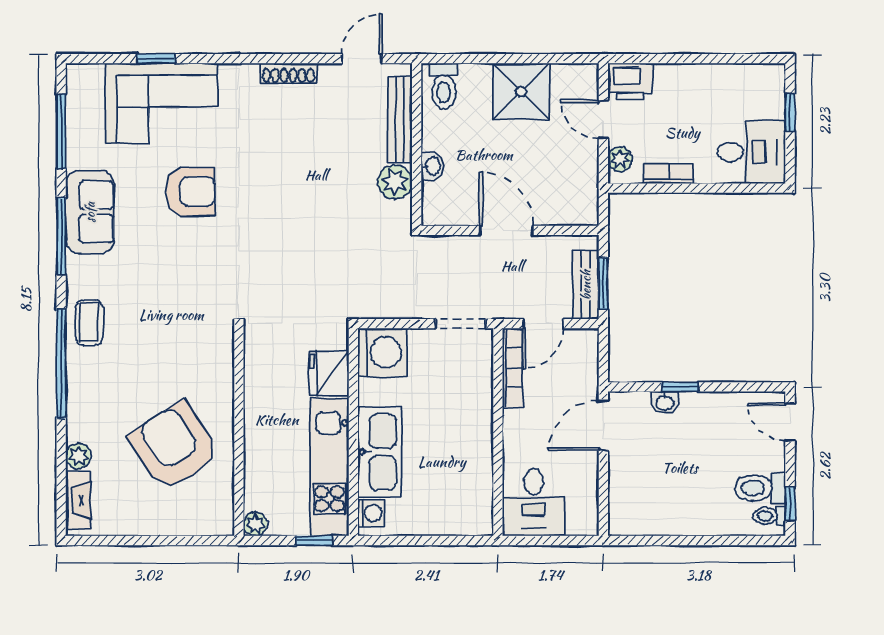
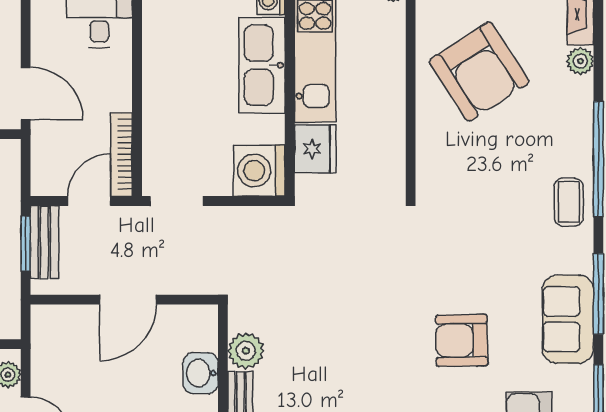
washbasin: (432, 166) -> (201, 373), width x1.38, depth x1.45
door: (506, 230) -> (128, 300), hinge flipped
door: (603, 425) -> (26, 93), hinge flipped

